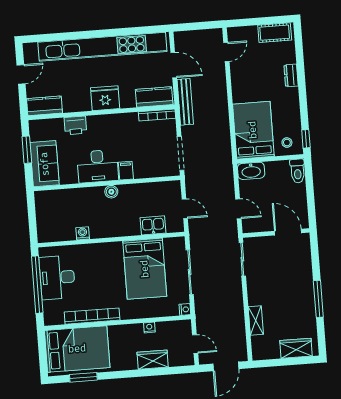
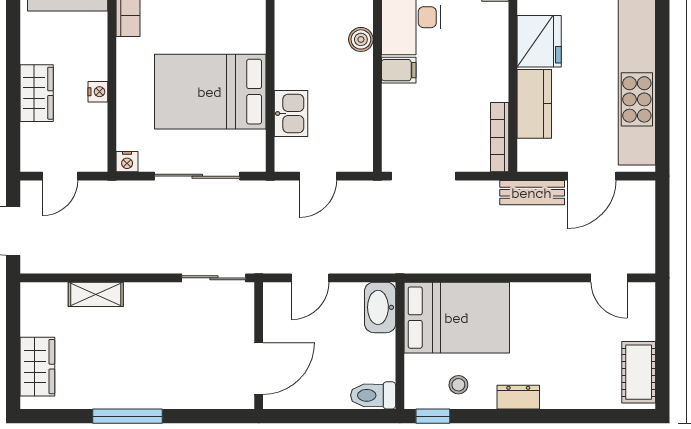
dresser: (291, 75) -> (518, 397), moved
kitchen counter: (154, 97) -> (534, 104), moved
bench: (185, 102) -> (532, 193), width x0.73
stool: (287, 143) -> (458, 385), moved

